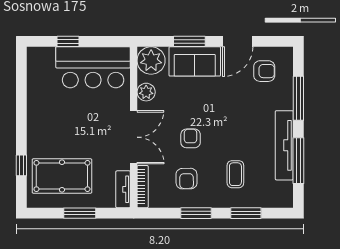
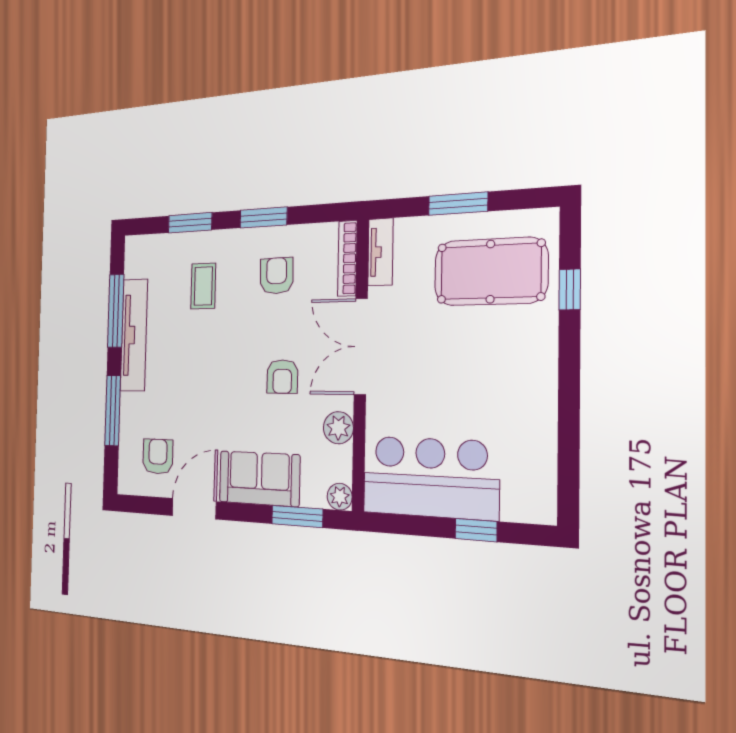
window: (189, 41) -> (297, 517), moved
plant: (151, 61) -> (340, 497), width x0.53, depth x0.53
armchair: (264, 71) -> (158, 456), turned 90
armchair: (191, 138) -> (282, 377), moved

